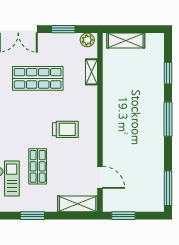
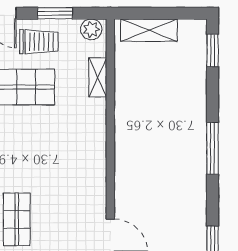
window: (168, 73) -> (213, 50), moved
trolley: (65, 129) -> (39, 42), moved

